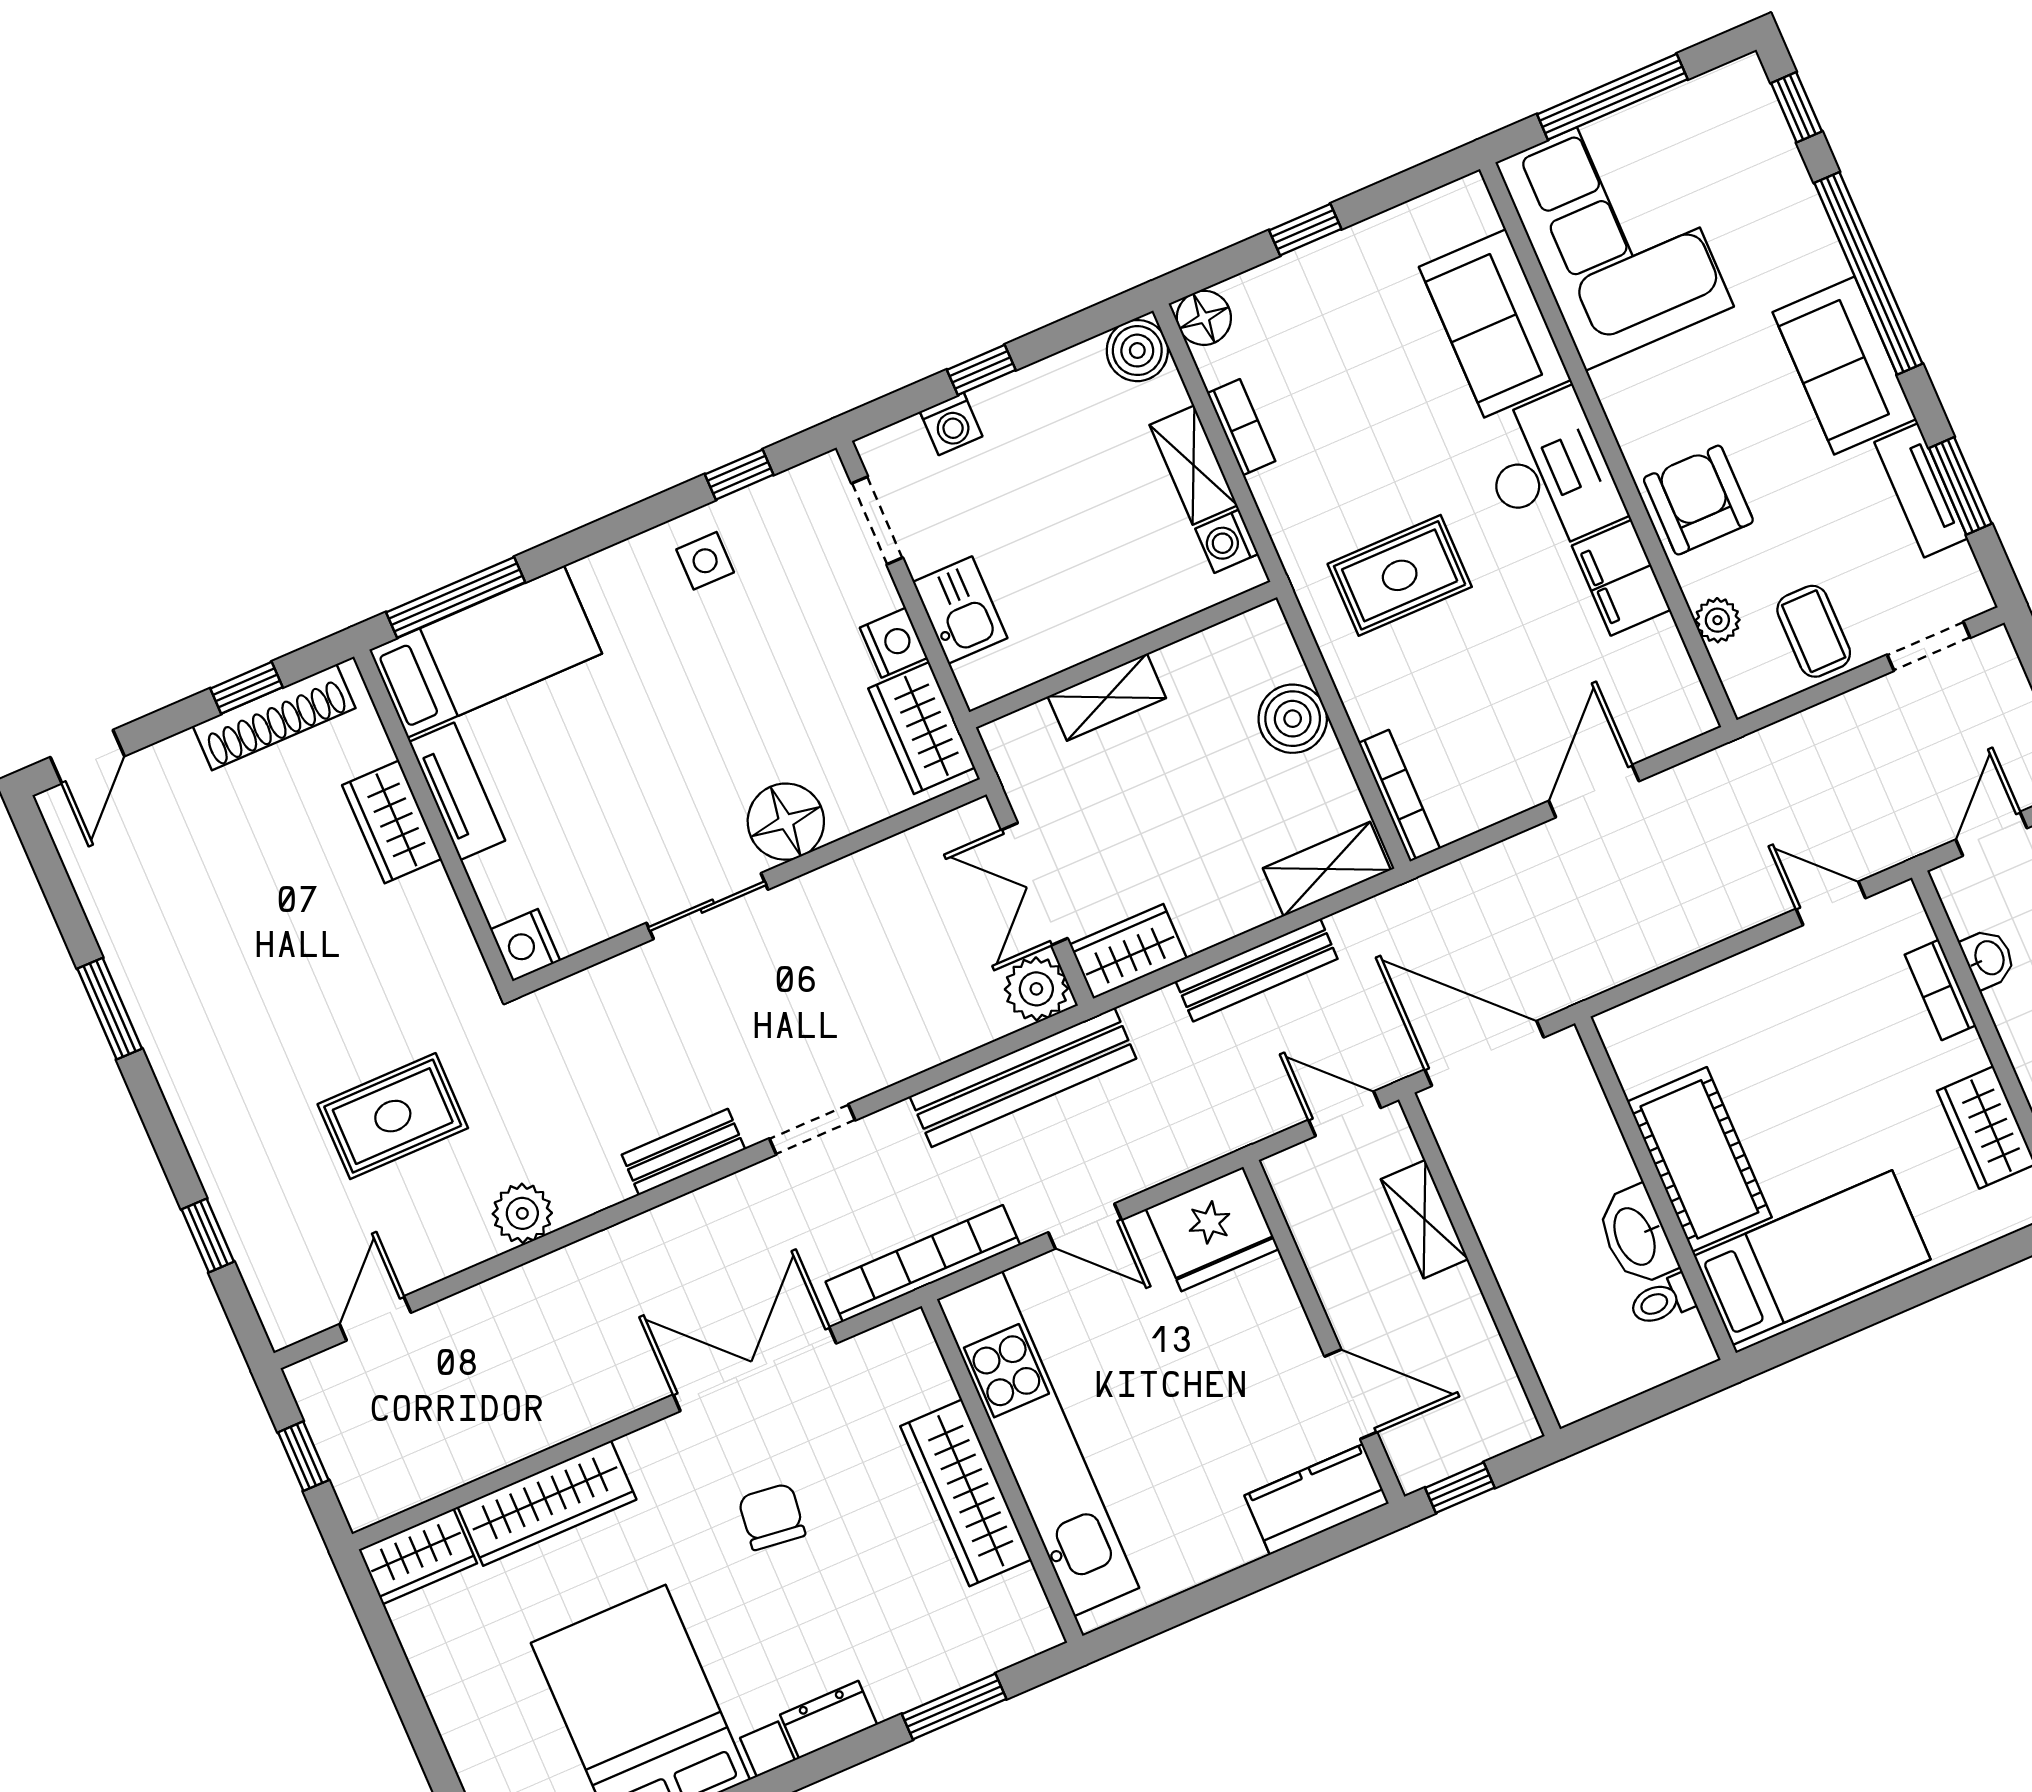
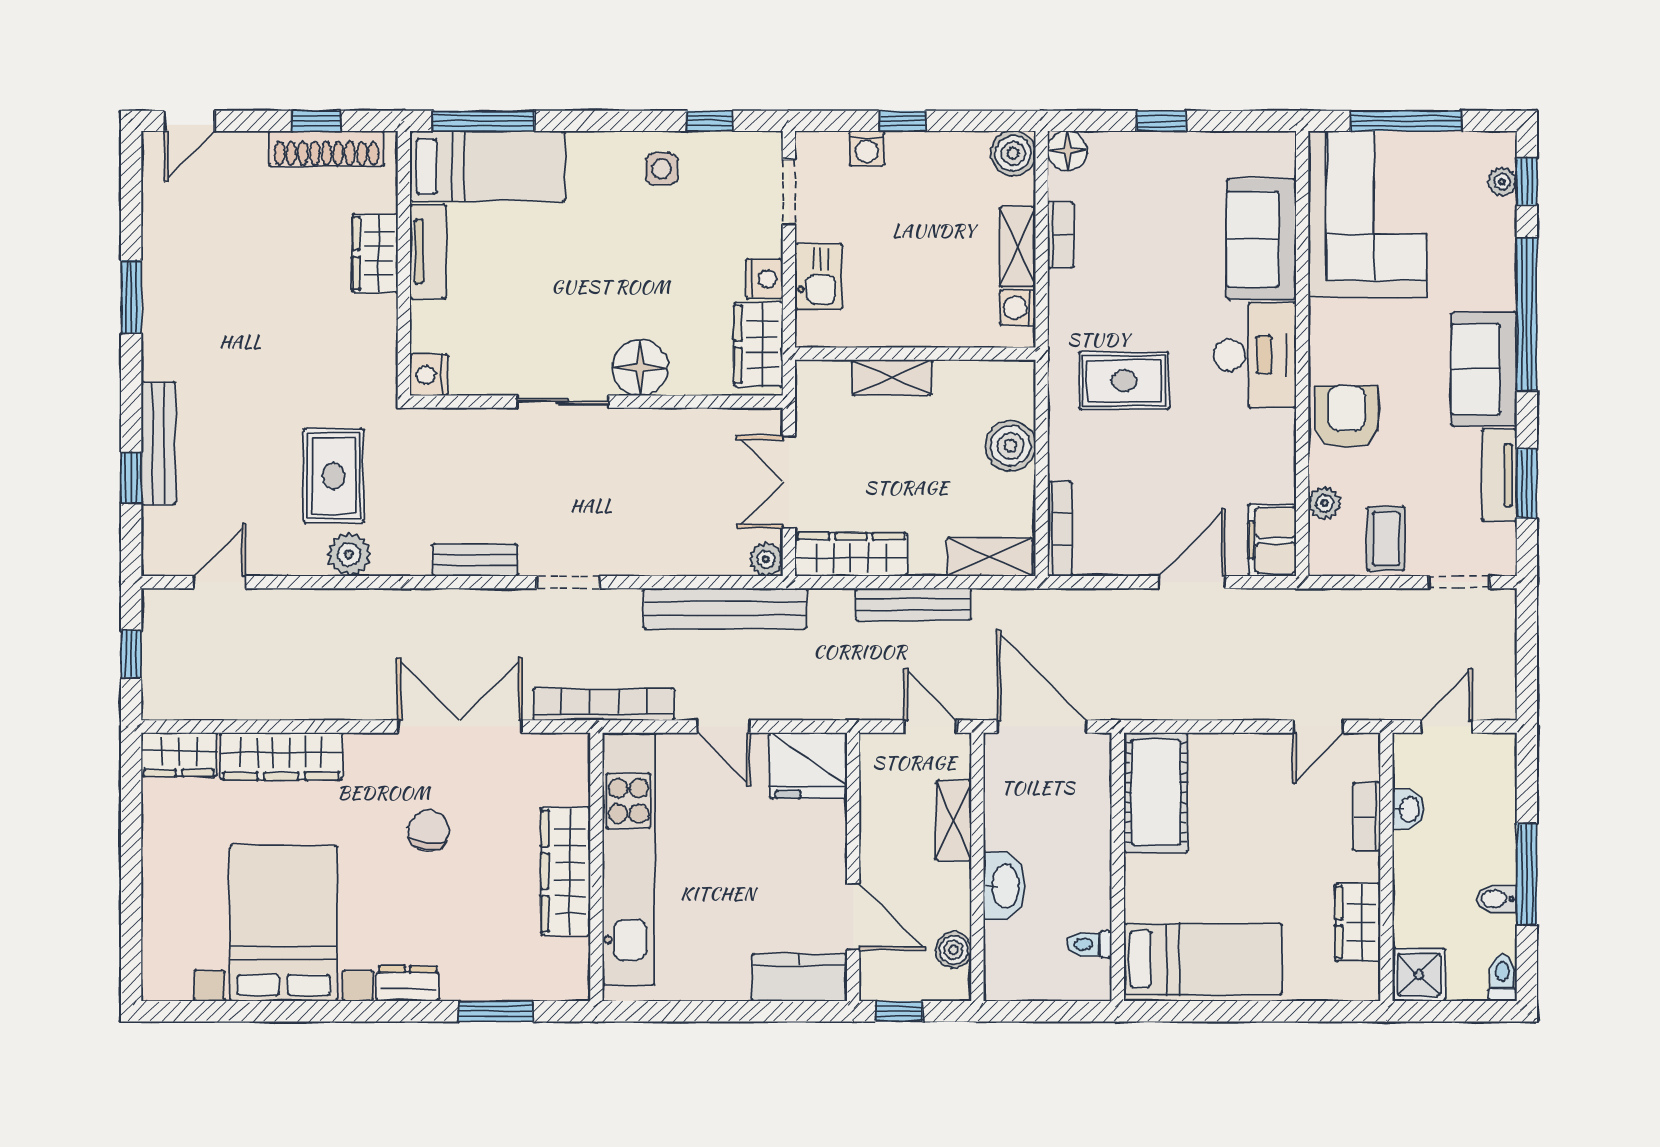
plant: (1765, 121) -> (1502, 182), added
filing cabinet: (1621, 578) -> (1272, 540), moved
door: (1831, 903) -> (1318, 727), swing flipped
wardrobe: (1128, 951) -> (851, 554), width x1.50
plant: (1036, 989) -> (766, 559), width x0.73, depth x0.73
rug: (393, 1116) -> (334, 476), moved, turned 90
cot: (1699, 1159) -> (1156, 793), moved
bench: (223, 1177) -> (158, 443), added
washbasin: (1636, 1236) -> (1004, 886), moved, turned 180
boiler: (1495, 1381) -> (953, 950), added

